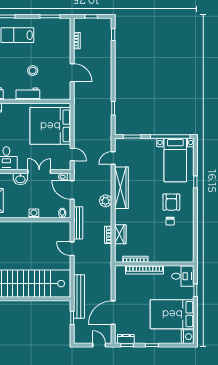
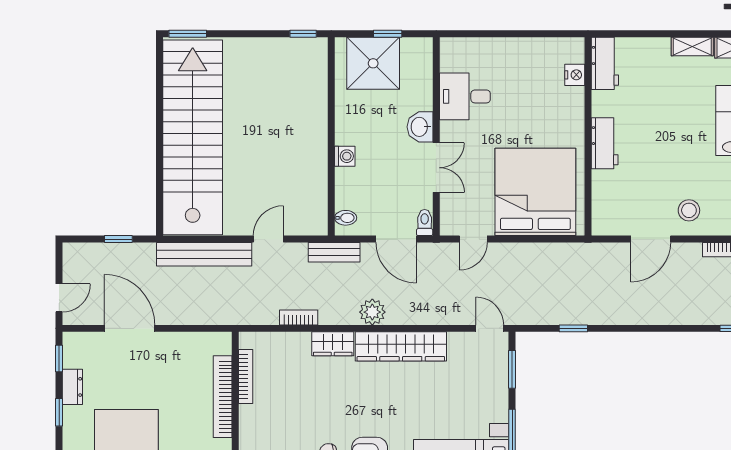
stool: (33, 71) -> (689, 210), moved
door: (113, 158) -> (490, 328), moved
door: (72, 190) -> (396, 239), swing flipped
bench: (78, 223) -> (334, 252), width x0.73
wardrobe: (120, 234) -> (333, 344), moved
bench: (79, 296) -> (204, 254), moved
dresser: (126, 339) -> (72, 387), moved

